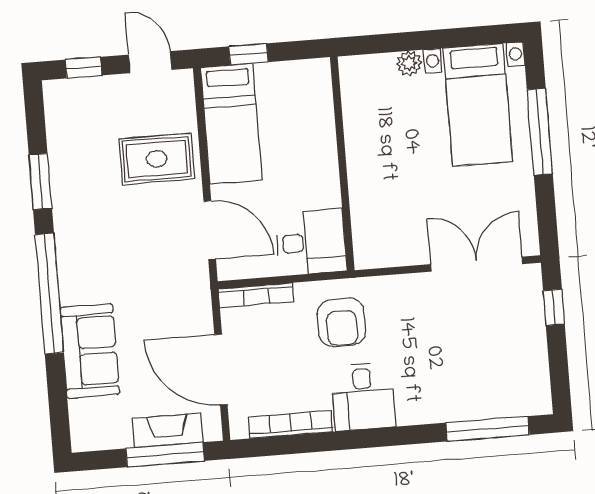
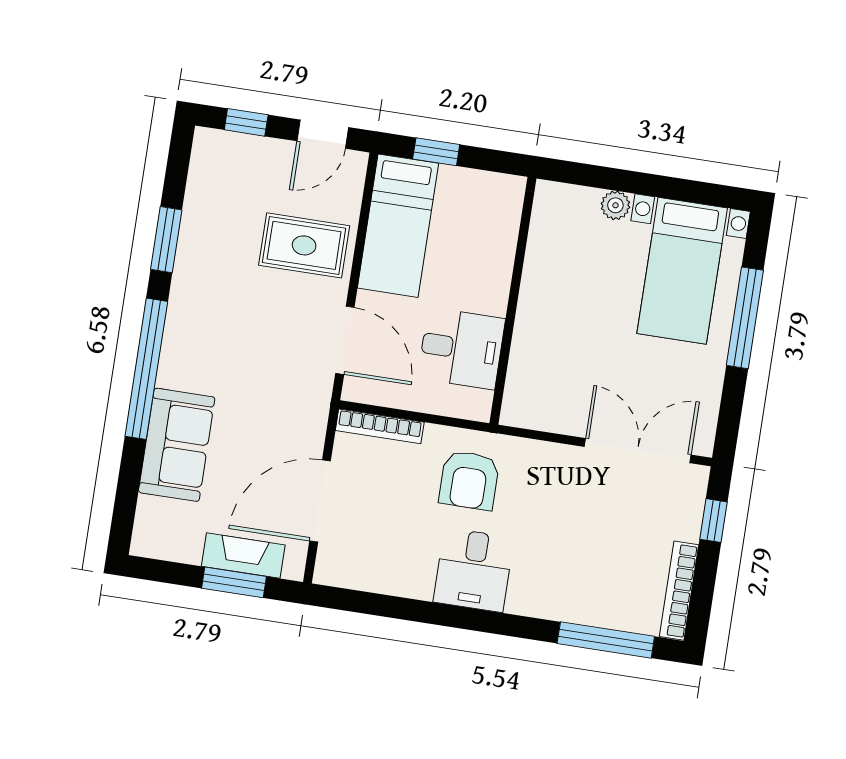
door: (150, 62) -> (323, 134), swing flipped
desk: (311, 242) -> (461, 348), moved
door: (221, 369) -> (320, 501), hinge flipped
bookcase: (291, 424) -> (679, 591), moved, turned -90
window: (165, 455) -> (234, 582), width x0.69

